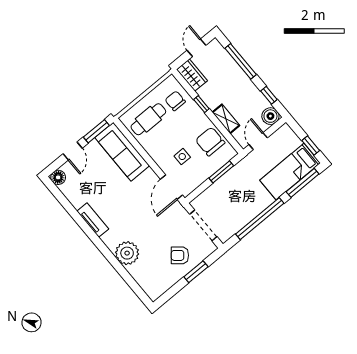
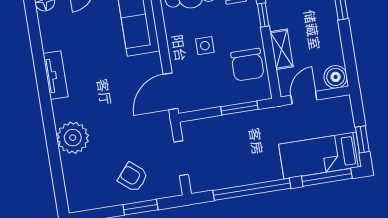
window: (269, 95) -> (348, 51), removed
chair: (210, 141) -> (247, 65), turned 180
side table: (182, 157) -> (205, 46), moved
doorway: (203, 225) -> (181, 158), width x0.73

